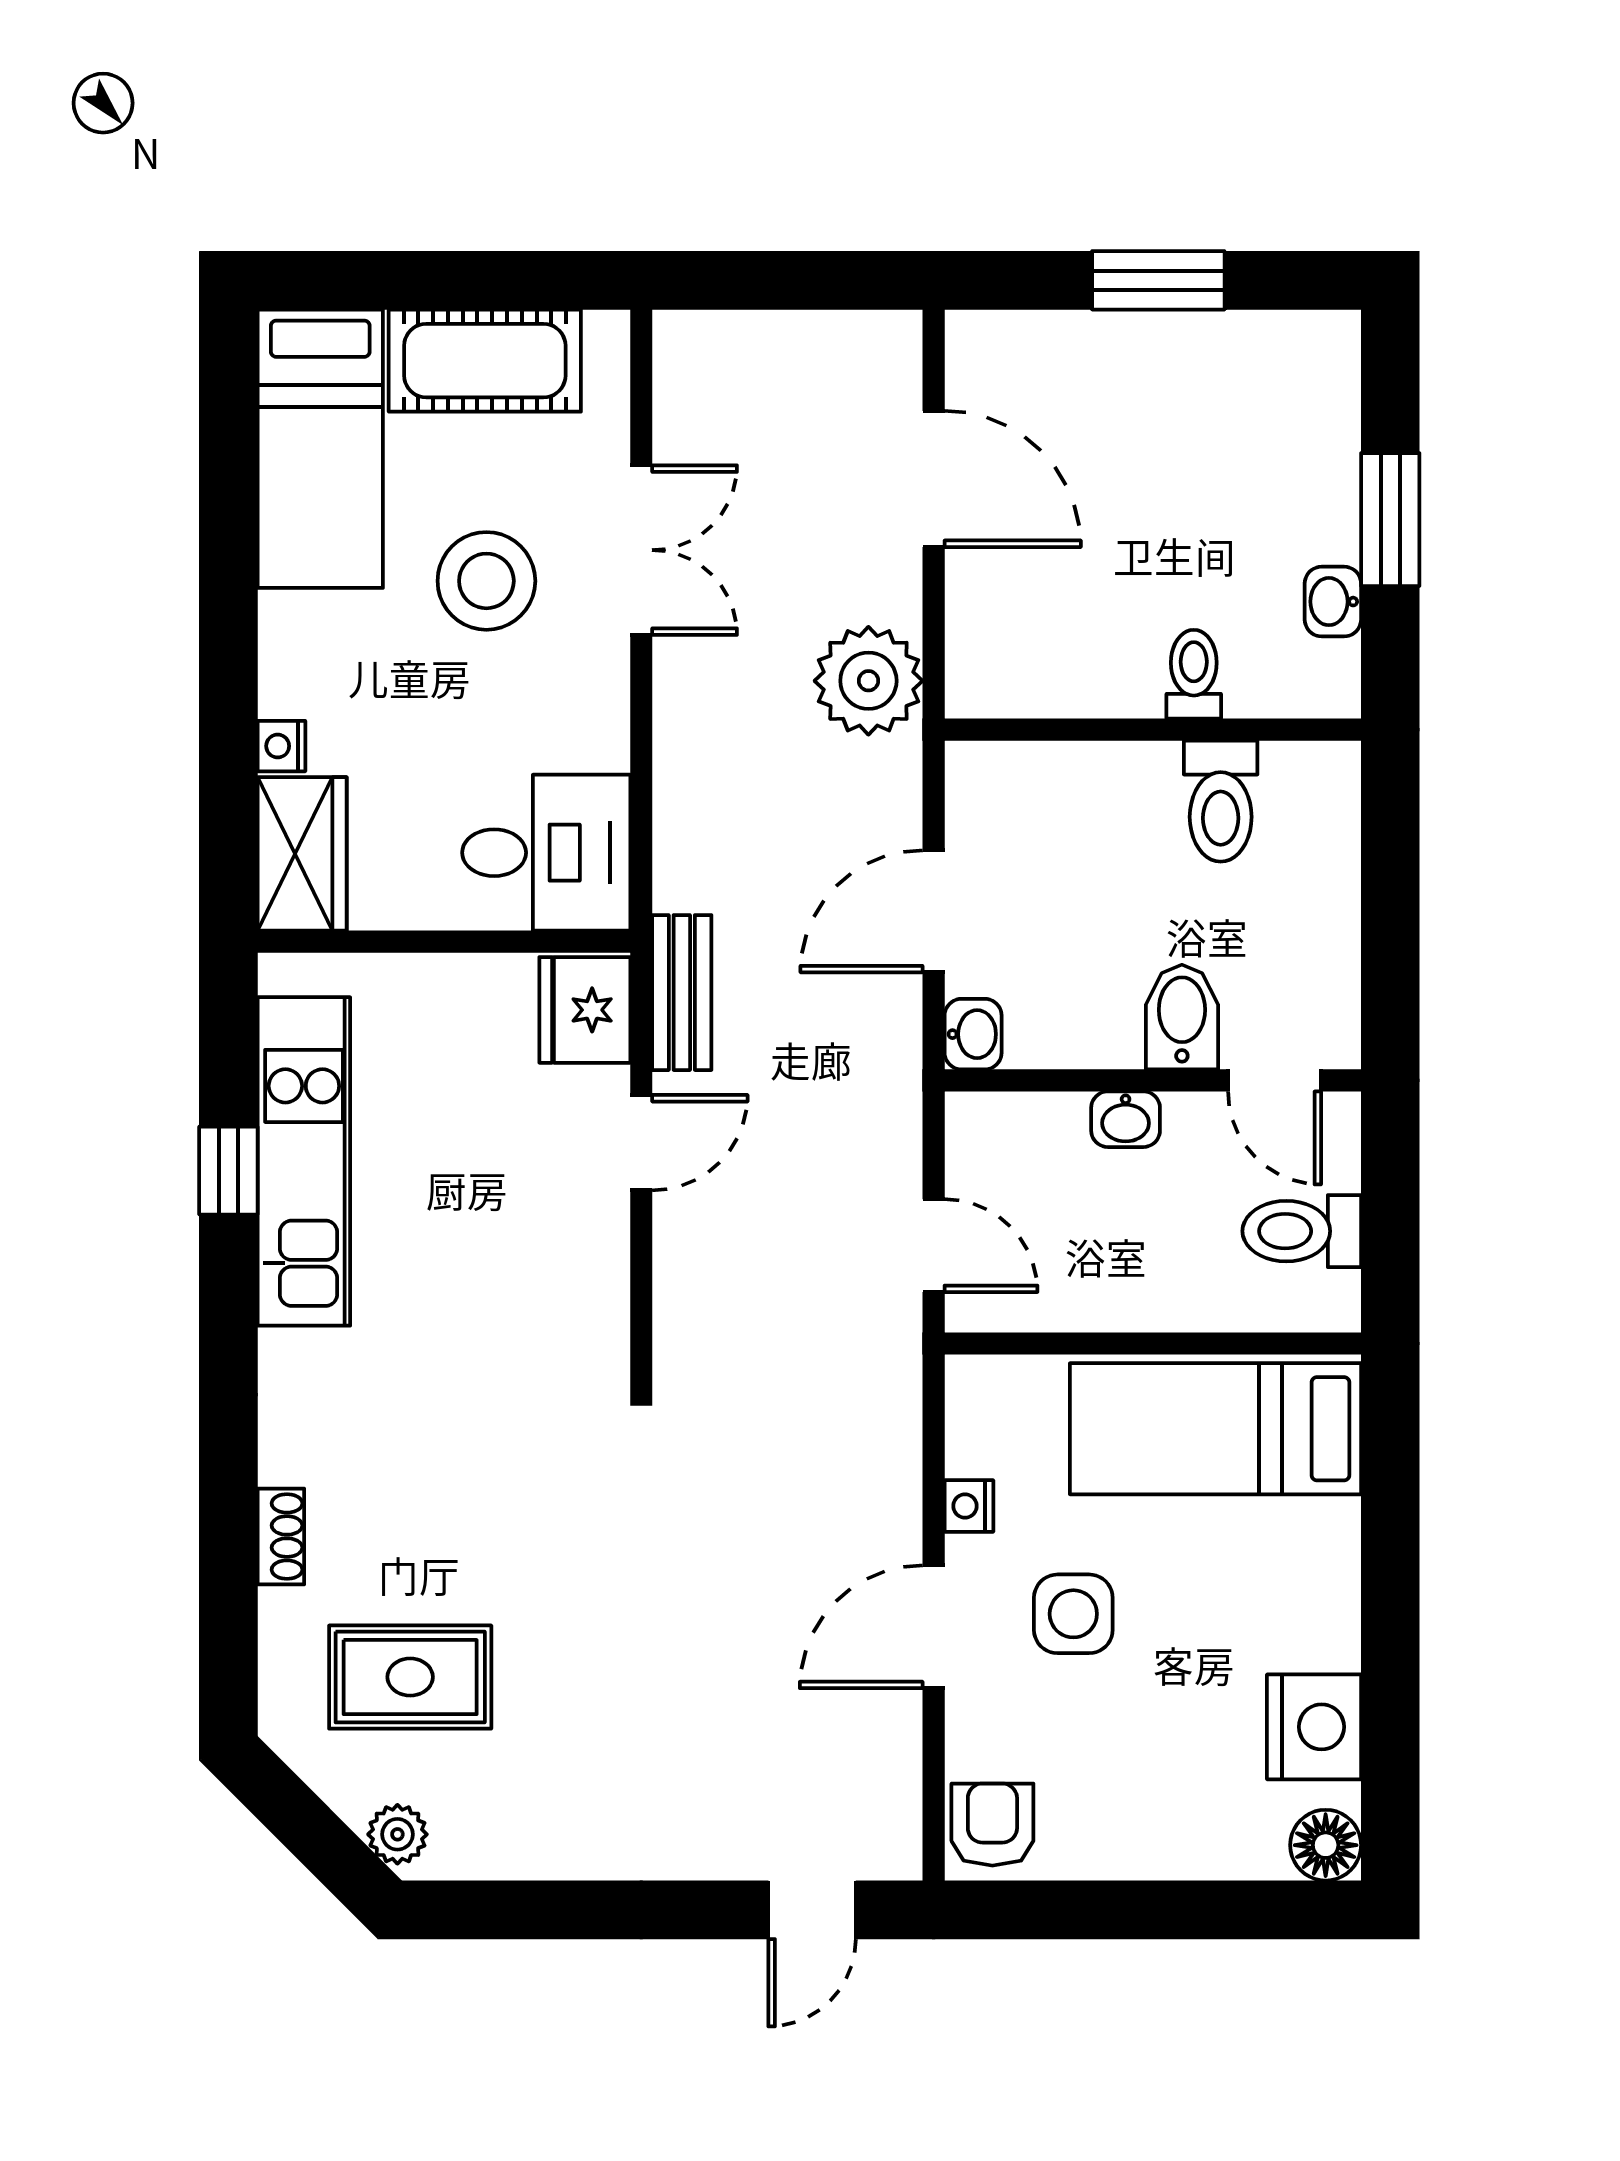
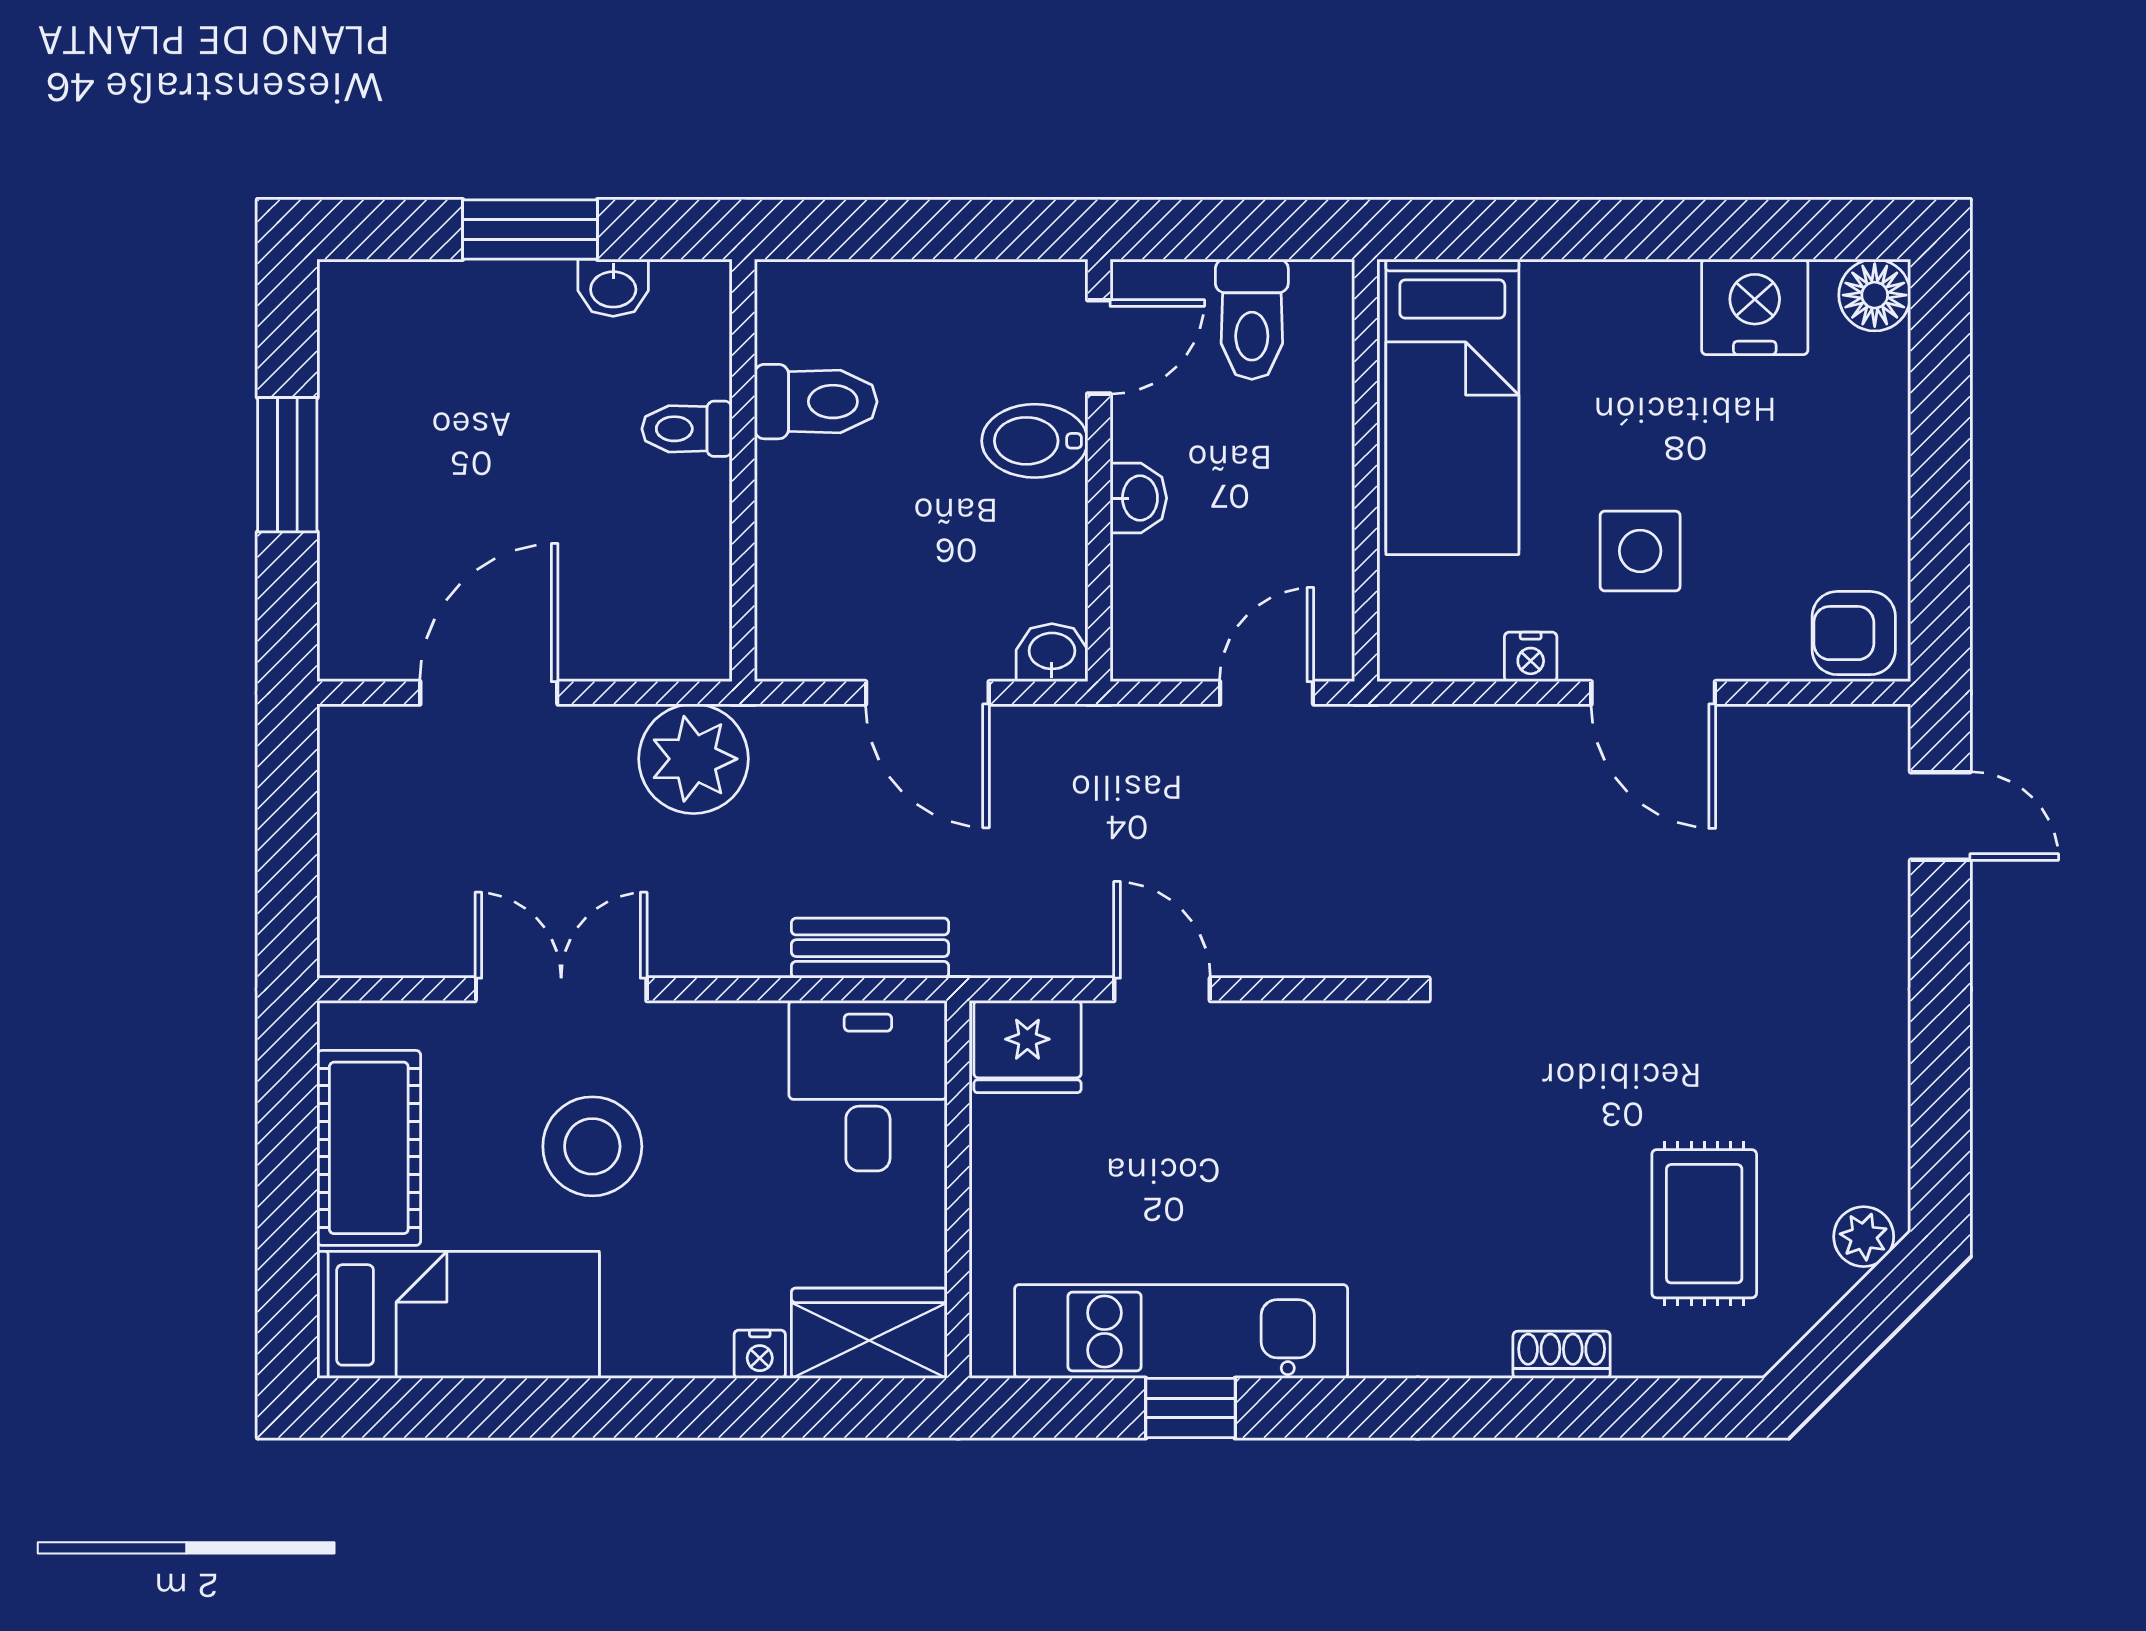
bench: (682, 993) -> (870, 948), moved

